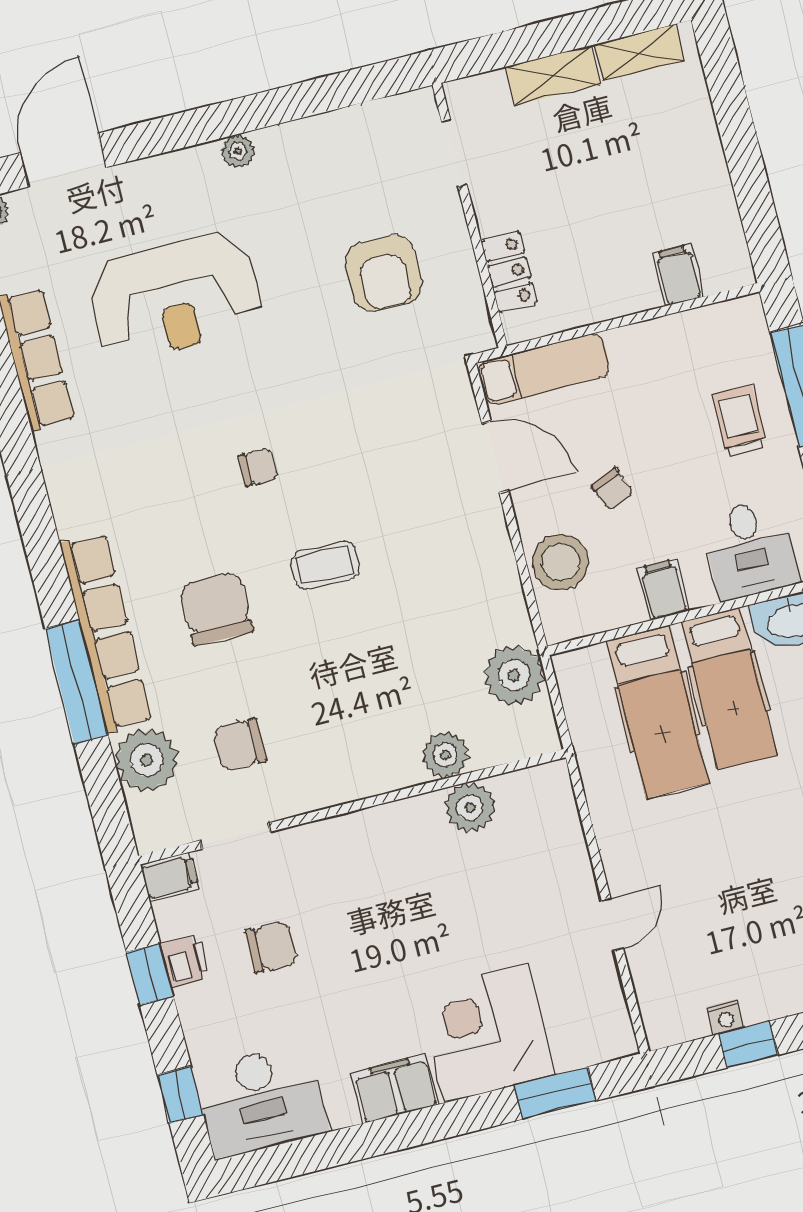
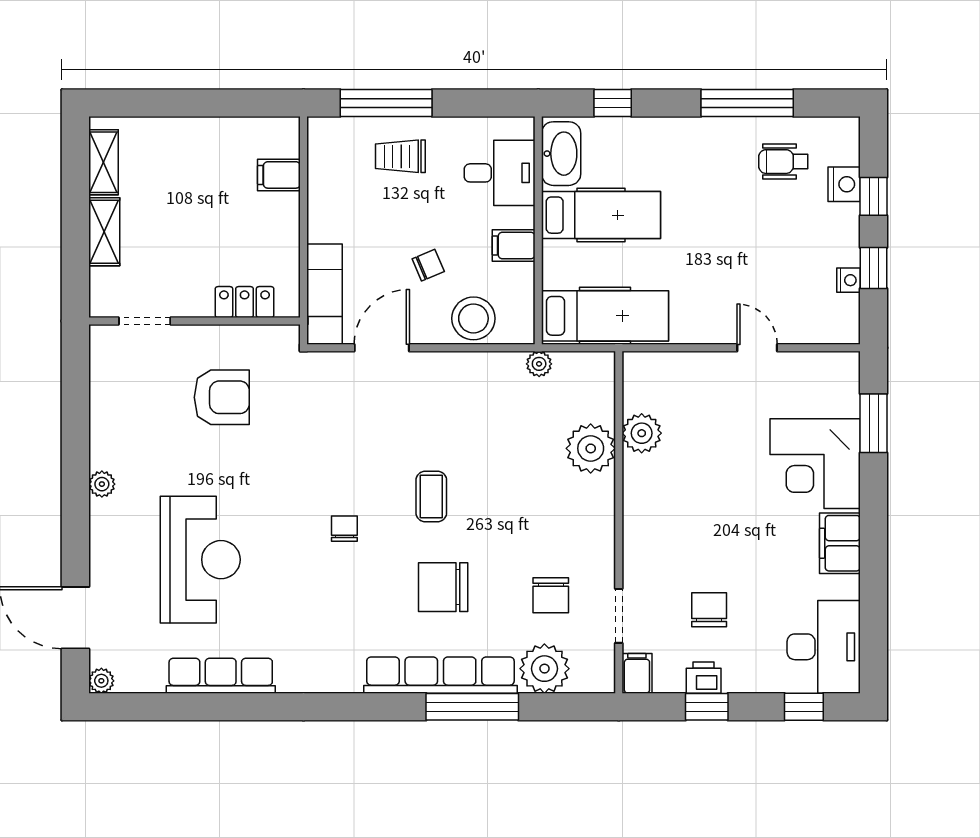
plant: (514, 675) -> (539, 364), width x0.53, depth x0.53
hospital bed: (658, 712) -> (605, 316), moved
plant: (445, 755) -> (591, 448), width x1.36, depth x1.36

